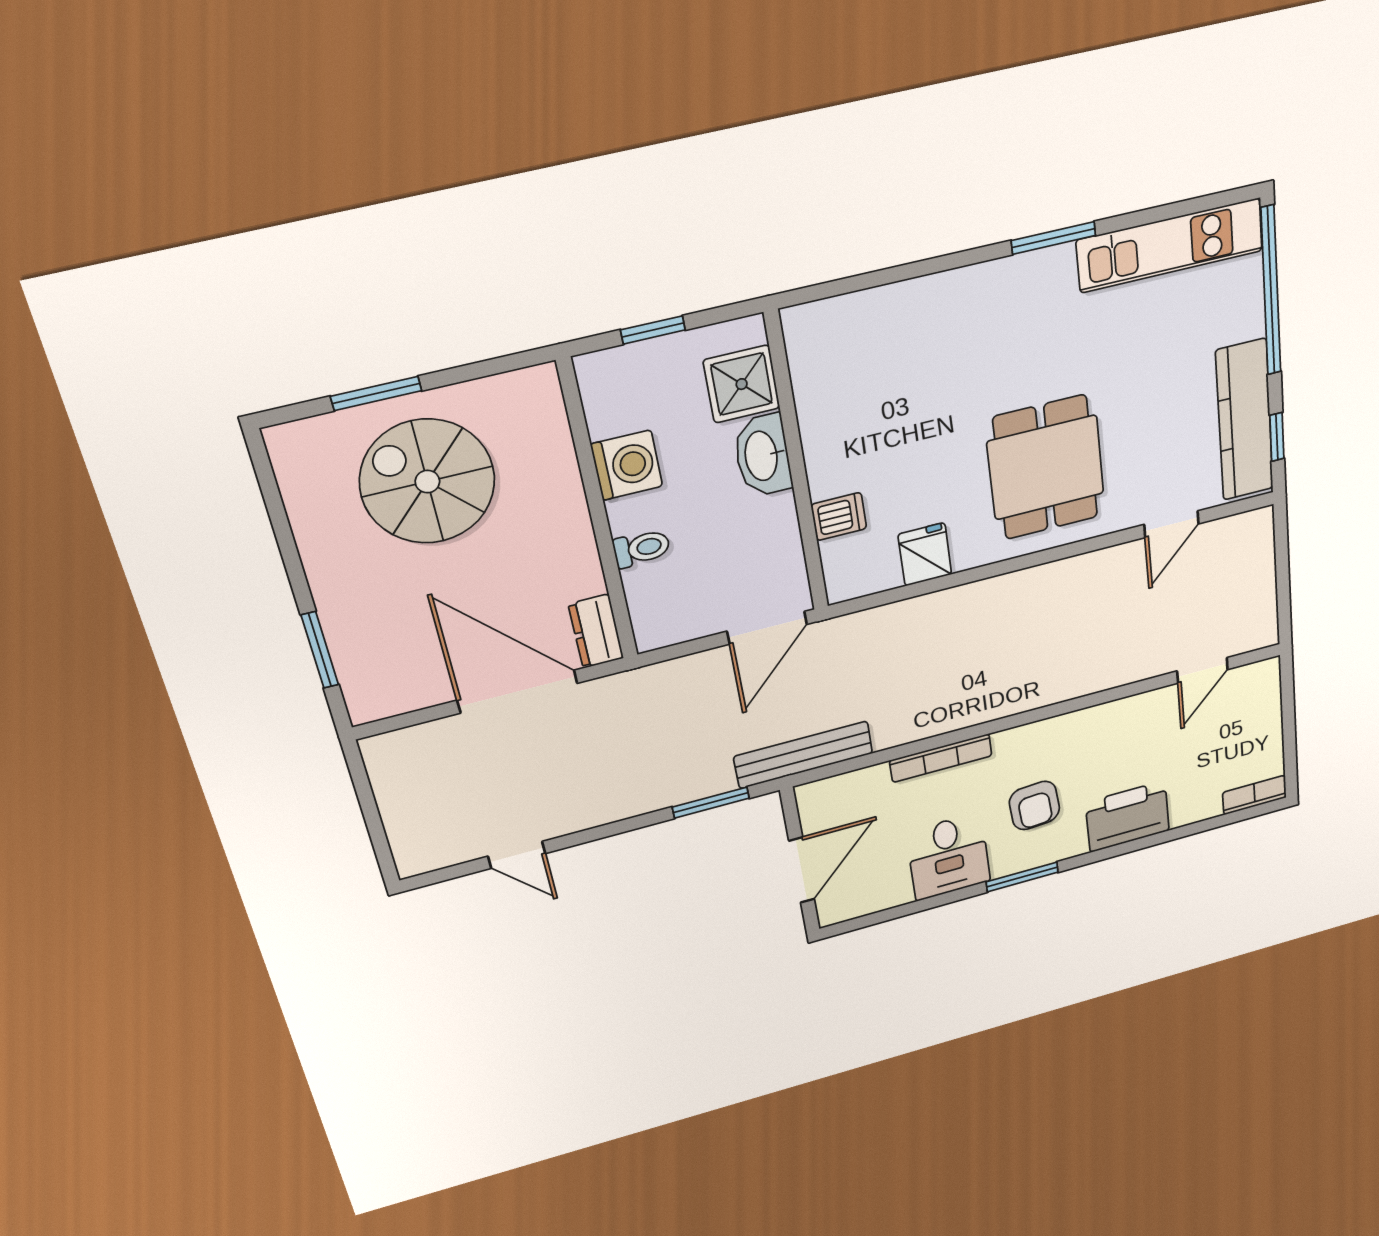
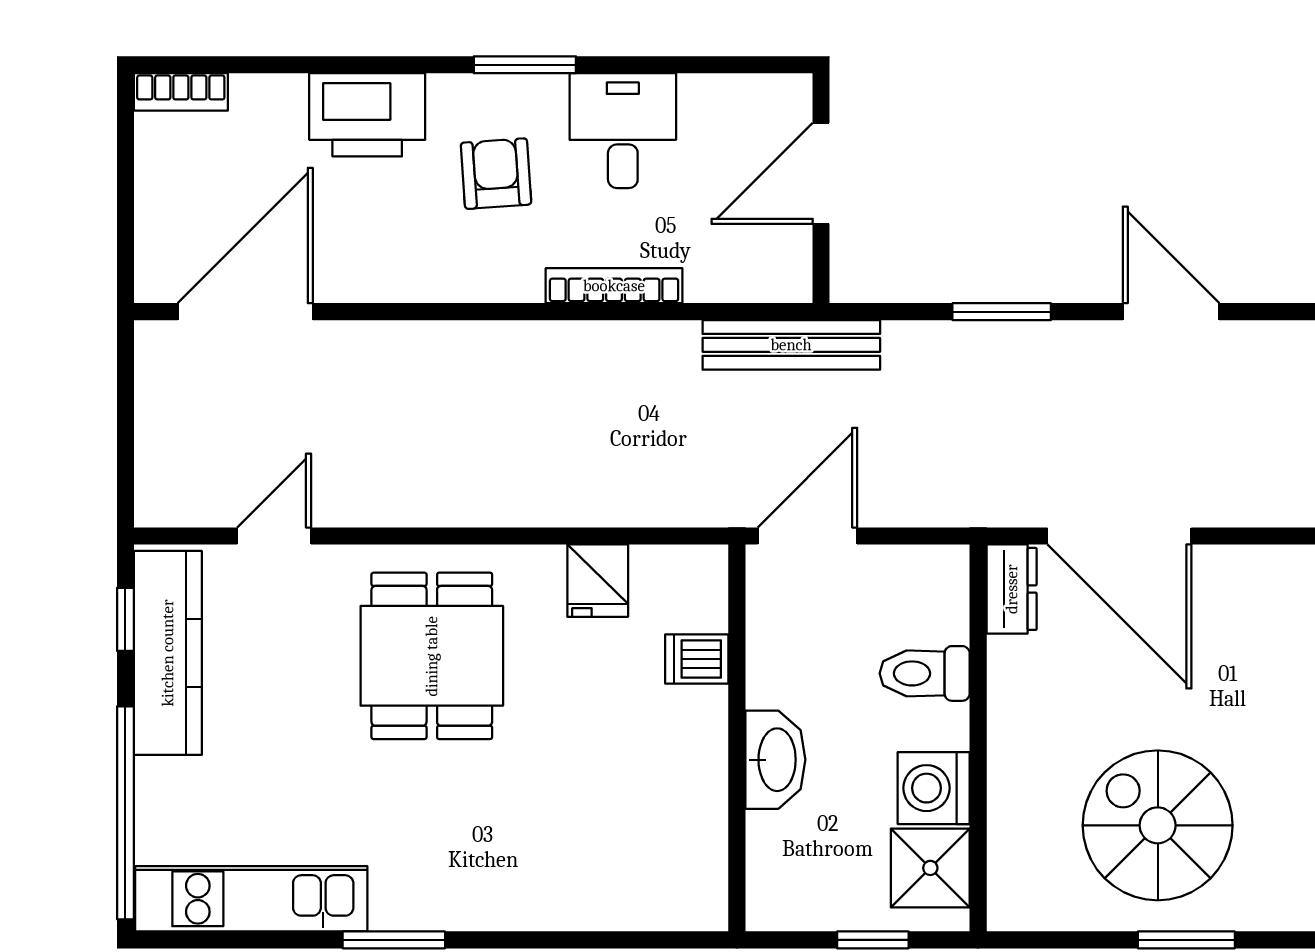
shower: (742, 384) -> (930, 868), moved
spiral stairs: (427, 482) -> (1158, 825), turned 180
toilet: (642, 548) -> (925, 673), width x1.37, depth x1.39
door: (1202, 670) -> (245, 312), width x1.88
window: (711, 803) -> (1002, 312), moved
door: (517, 855) -> (1171, 312), width x1.38

